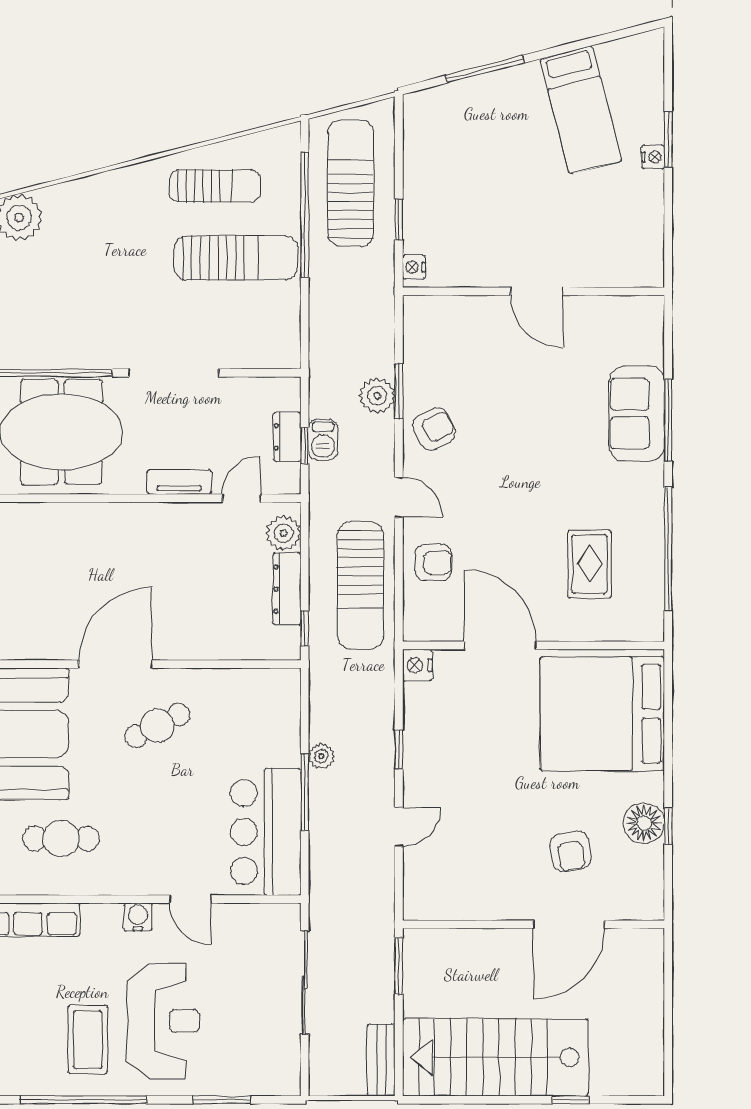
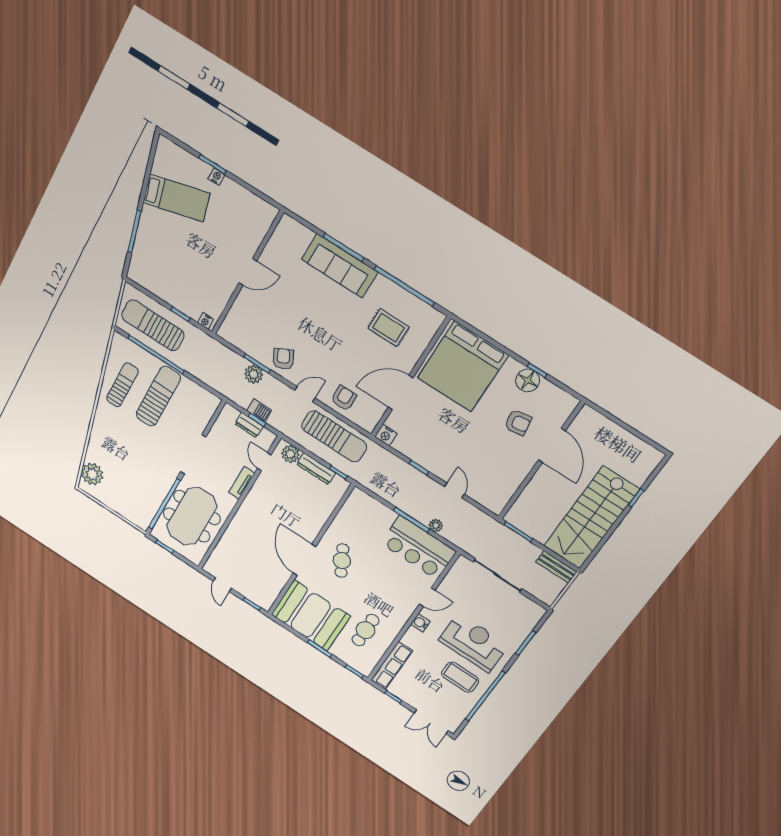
sofa: (637, 413) -> (340, 266), width x1.36
plant: (321, 756) -> (436, 525), moved

